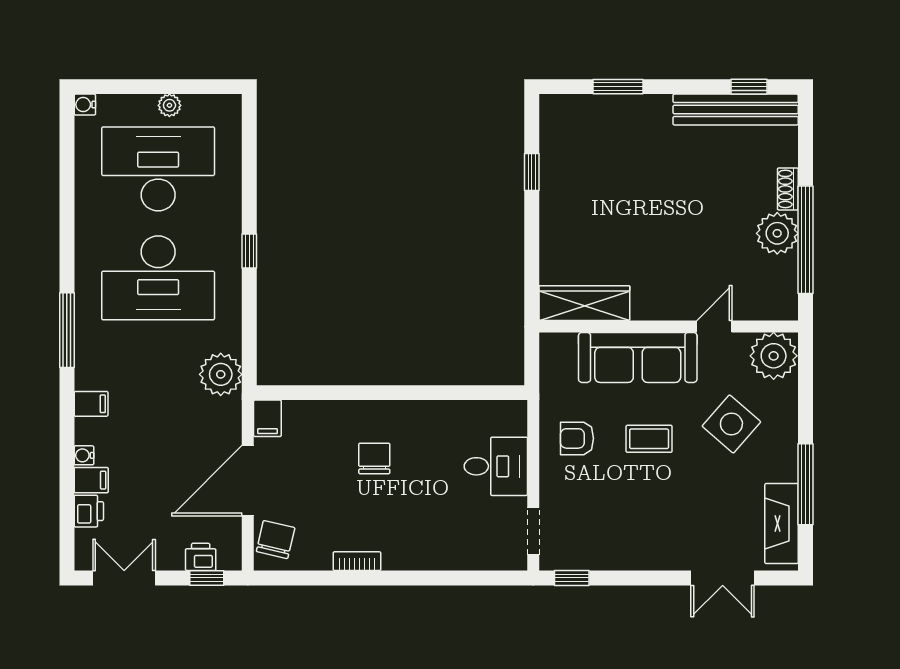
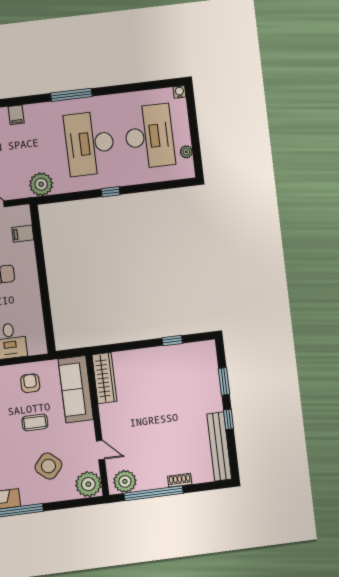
window: (749, 87) -> (228, 419), moved
plant: (169, 105) -> (186, 152), moved
plant: (777, 233) -> (125, 481), moved
window: (67, 330) -> (71, 95), moved
sofa: (638, 357) -> (76, 389), moved
filing cabinet: (267, 418) -> (23, 234), moved
coffee table: (649, 439) -> (35, 422), turned 90

